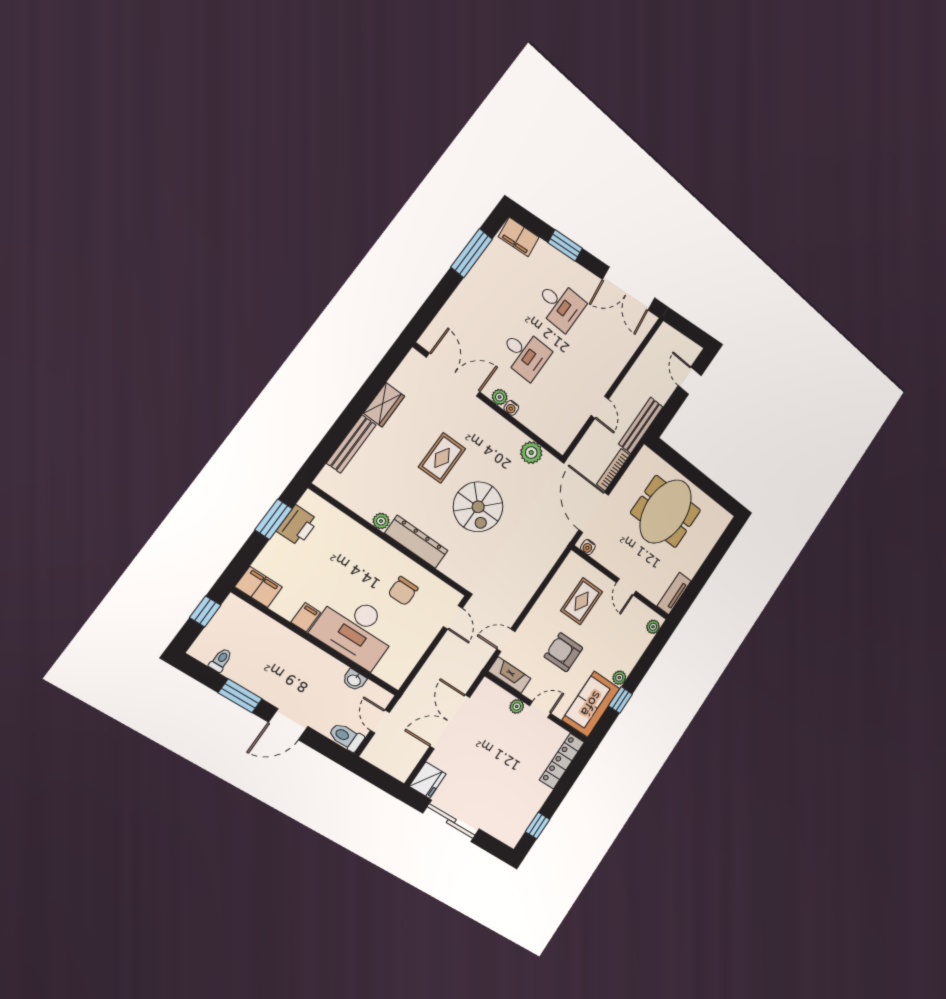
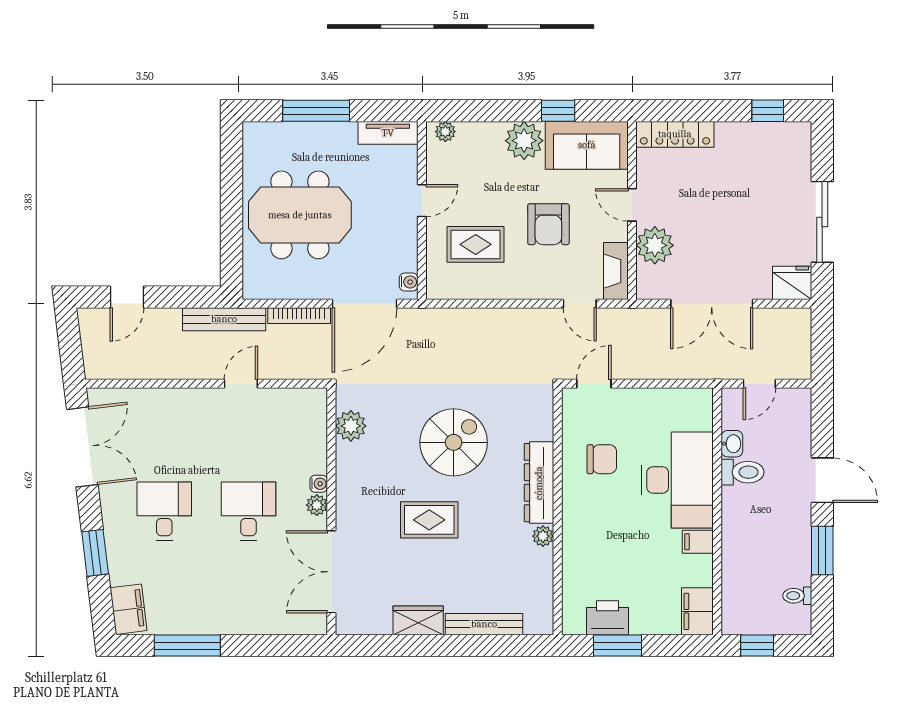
window: (712, 561) -> (316, 111), added
plant: (619, 678) -> (524, 141), width x1.87, depth x1.87
plant: (517, 706) -> (655, 245), width x1.87, depth x1.87
toilet: (346, 737) -> (743, 472), moved, turned -90

